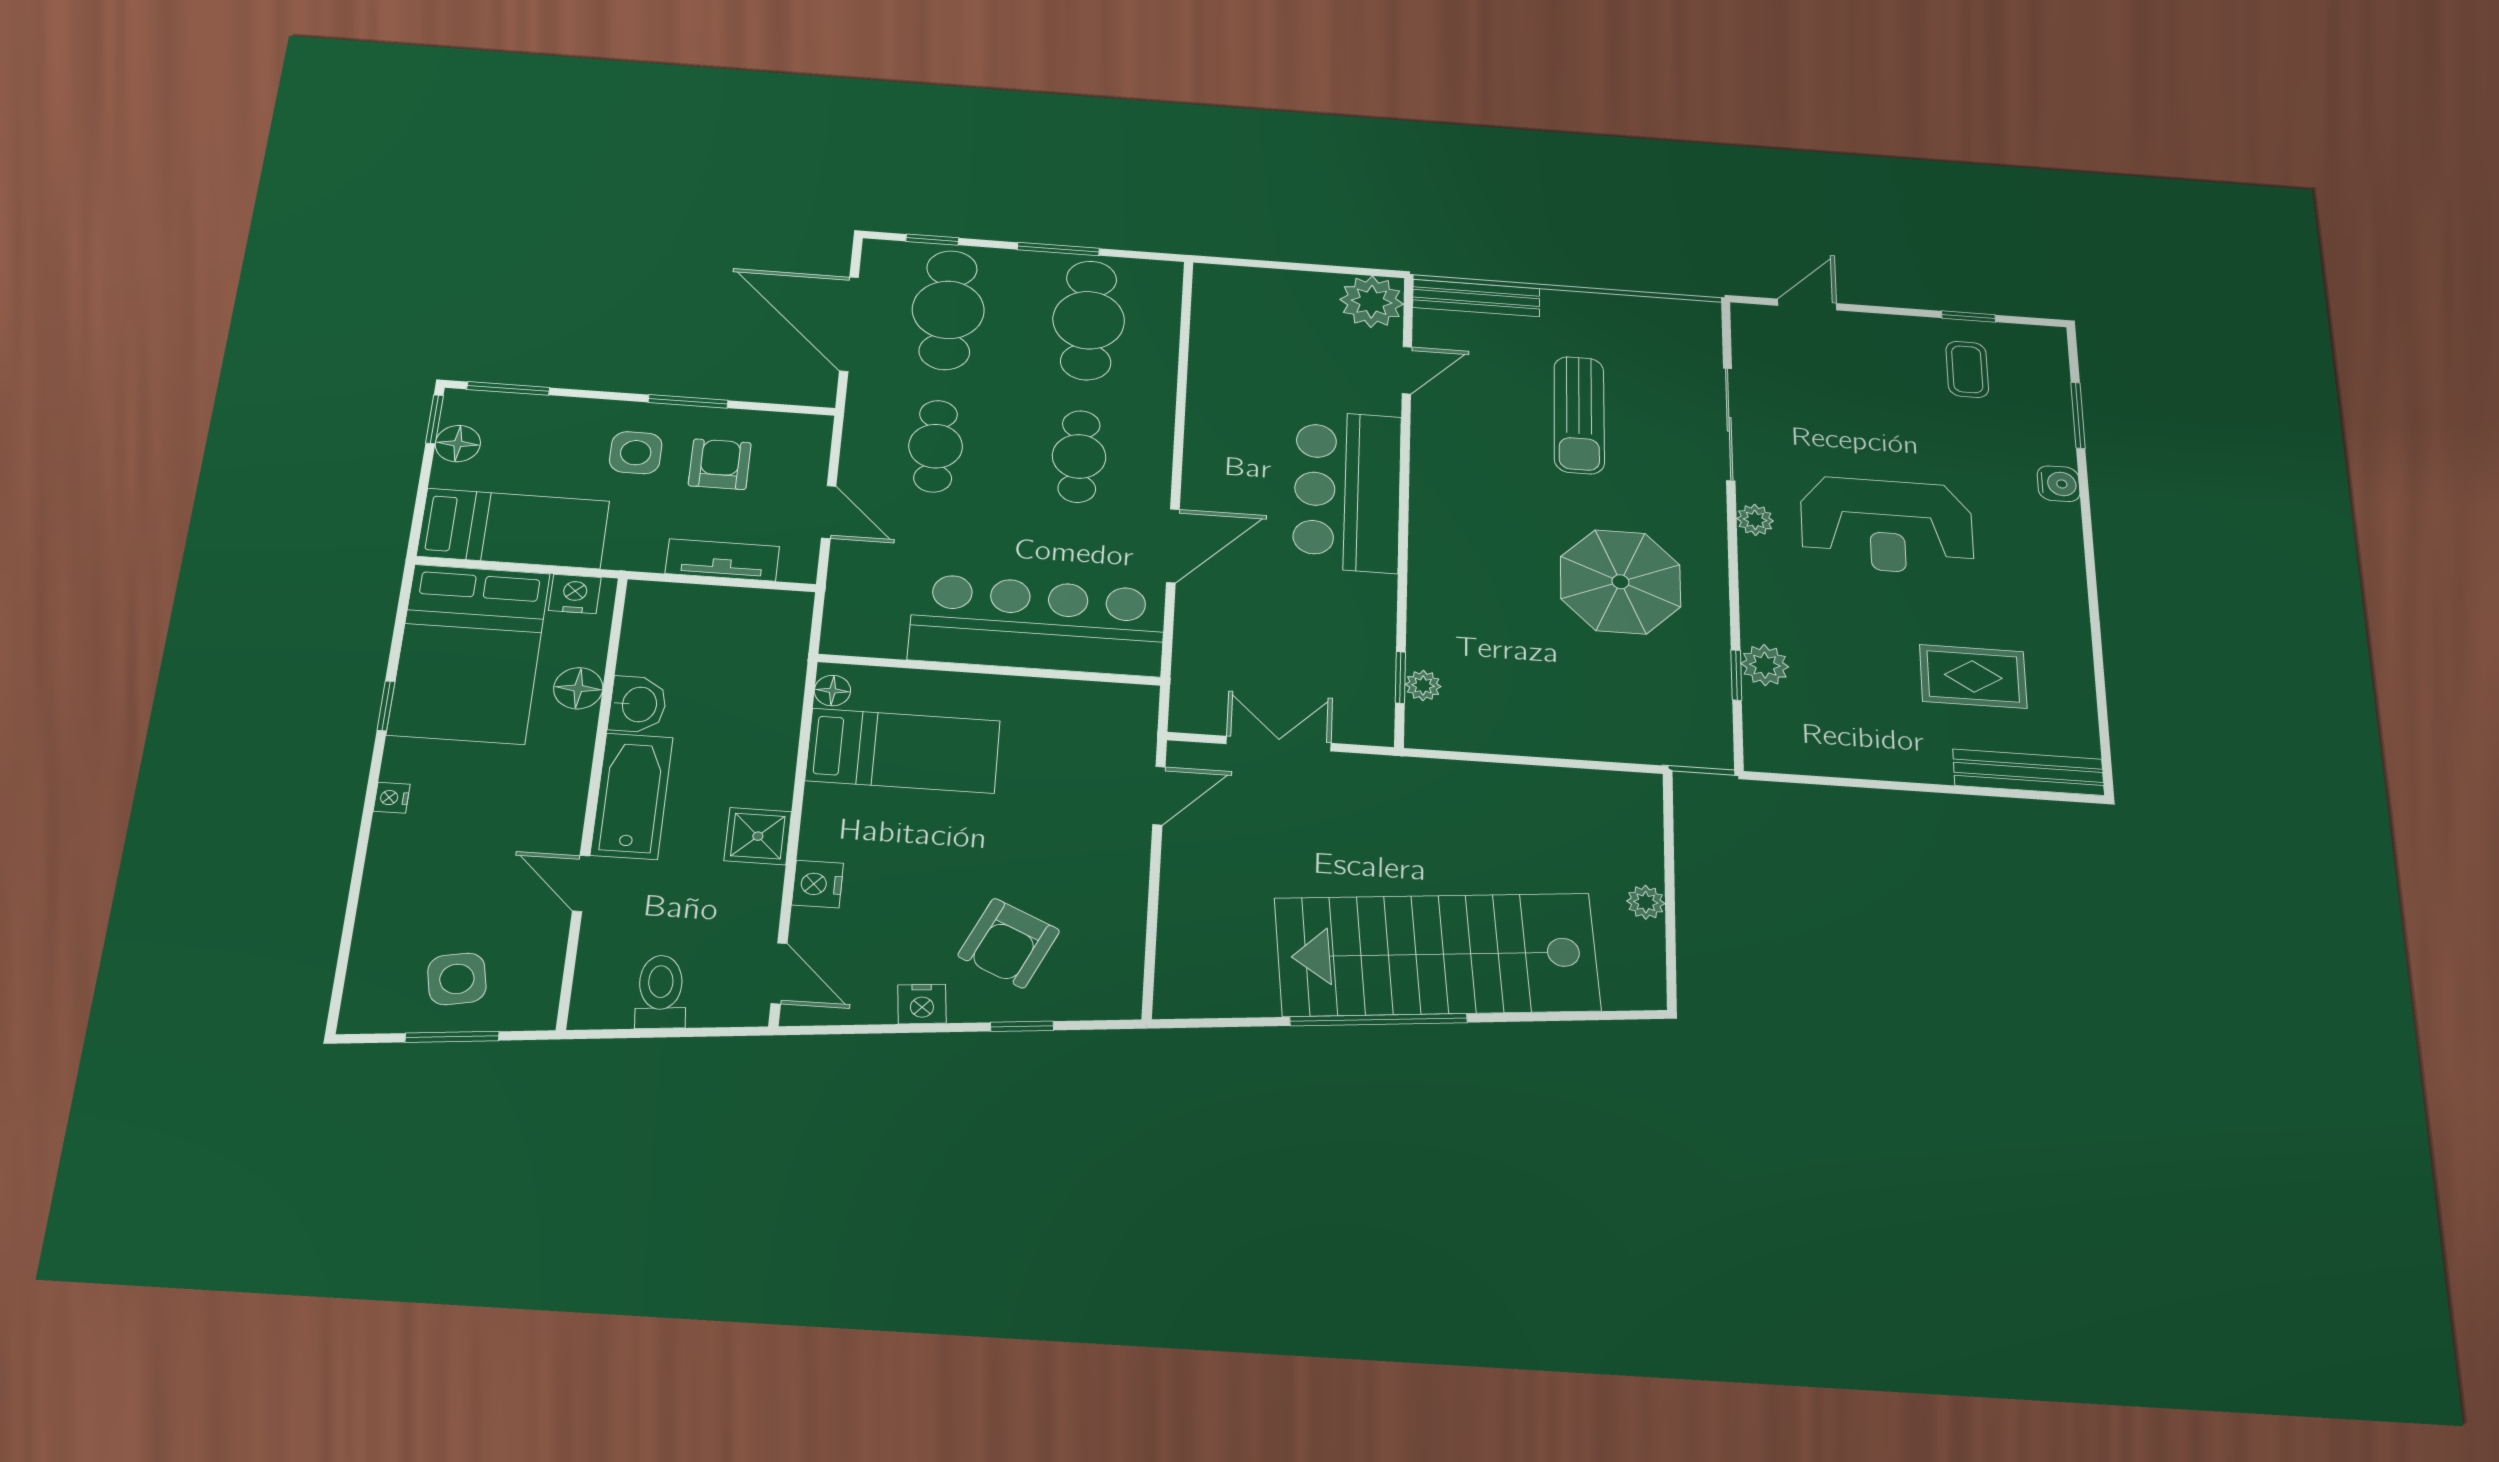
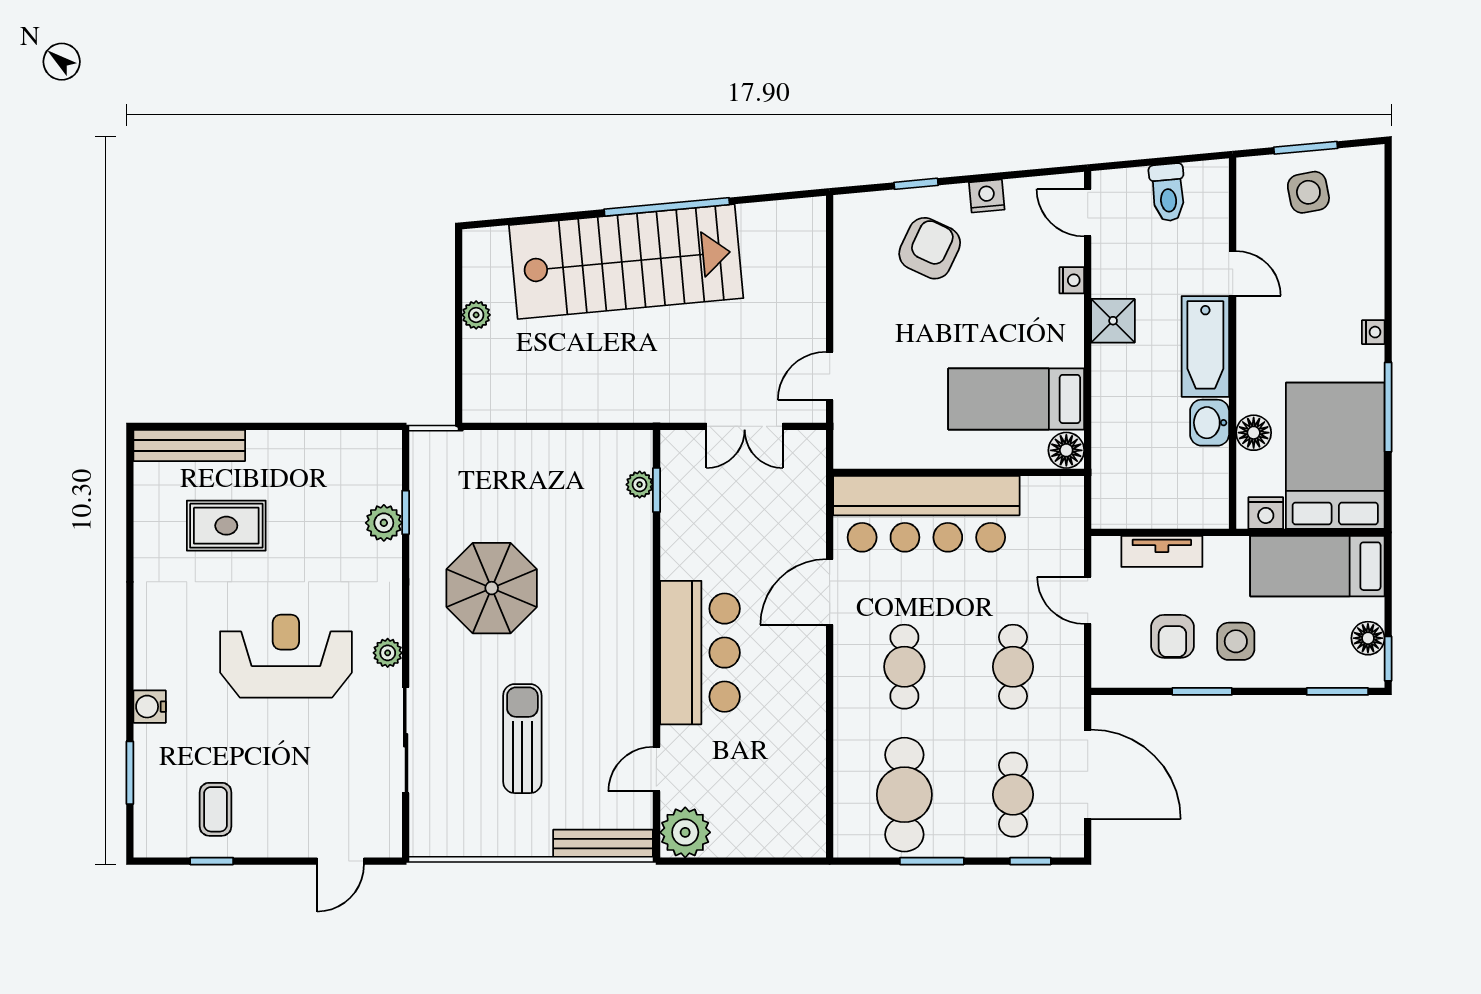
cafe table: (948, 310) -> (1013, 795), width x0.73, depth x0.74
floor lamp: (832, 691) -> (1066, 450), width x1.37, depth x1.37
window: (386, 706) -> (1388, 407), width x2.17
nightstand: (818, 884) -> (1072, 280), width x0.72, depth x0.74

